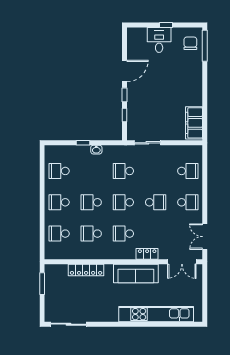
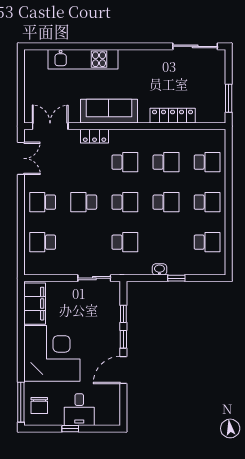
corner desk: (180, 84) -> (52, 353), added
kitchen unit: (156, 314) -> (83, 59), width x0.73

